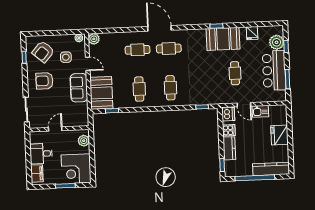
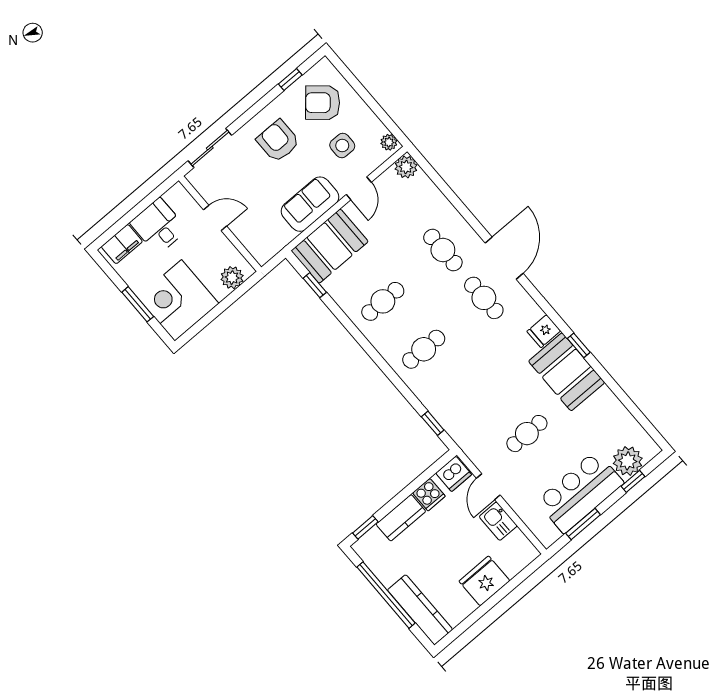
fridge: (252, 33) -> (544, 331), moved

